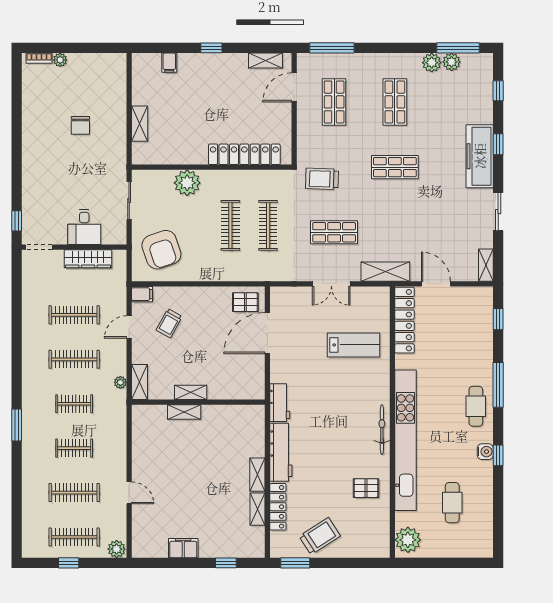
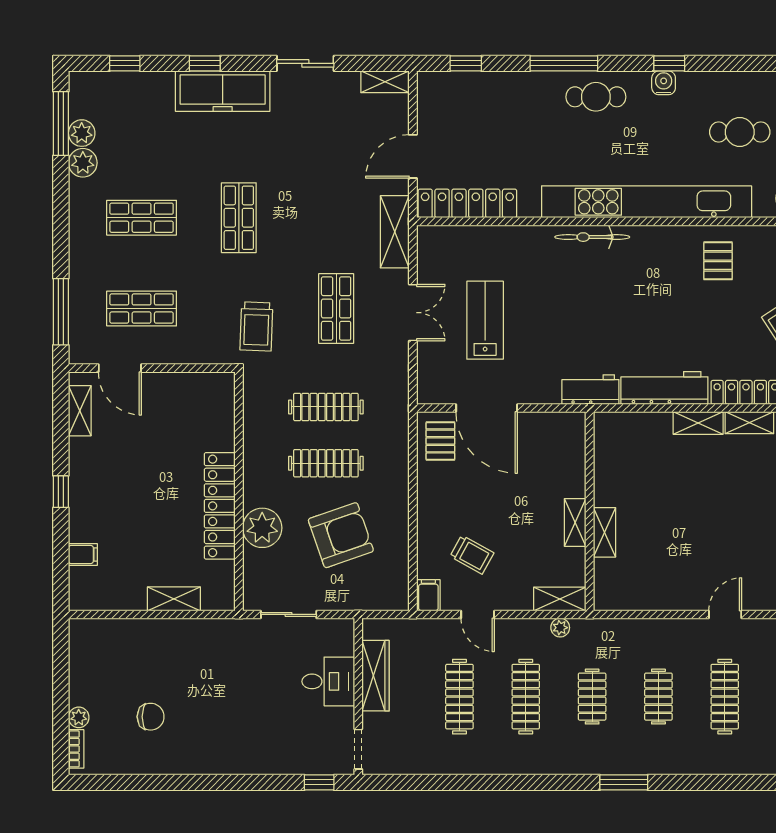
chair: (80, 125) -> (151, 717), moved
locker: (244, 154) -> (220, 506), moved
armchair: (161, 250) -> (341, 535), moved
lab bench: (353, 345) -> (485, 320), moved
bicycle: (382, 430) -> (592, 237), moved

